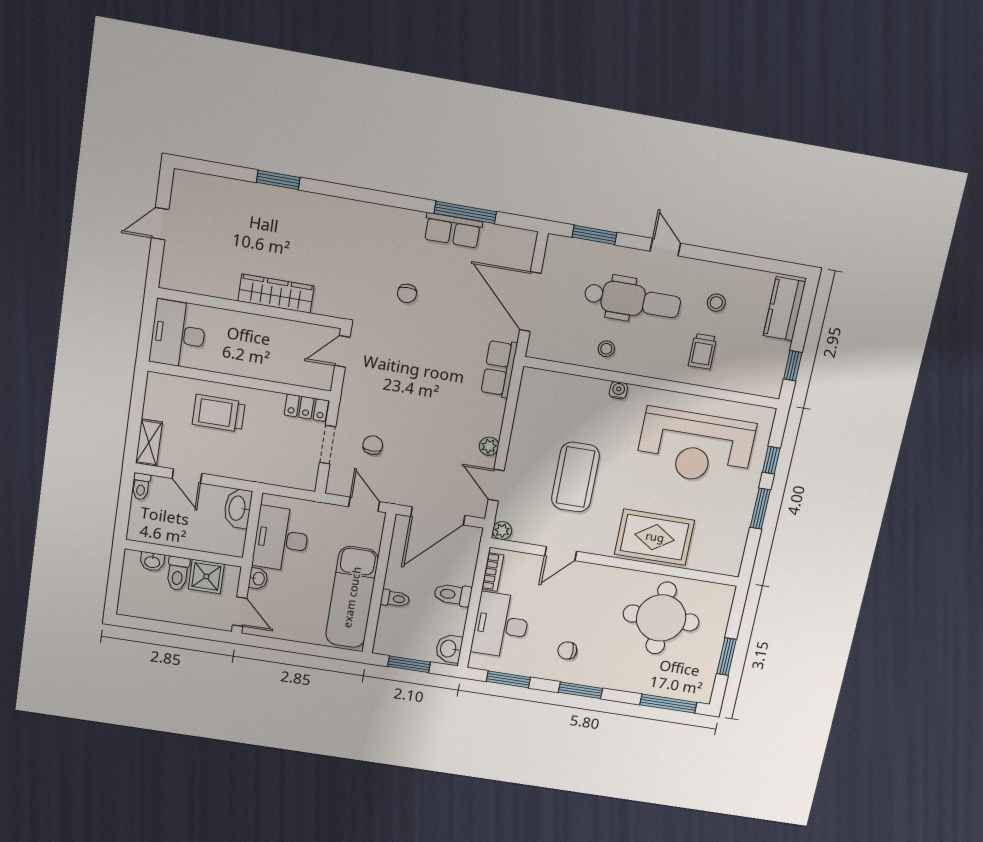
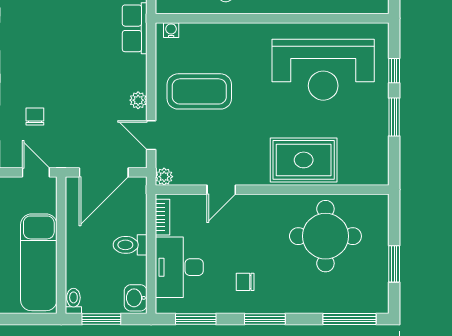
water cooler: (618, 390) -> (171, 30), moved
coffee table: (575, 477) -> (199, 91), moved, turned 90
toilet: (395, 599) -> (73, 301), moved, turned -90

